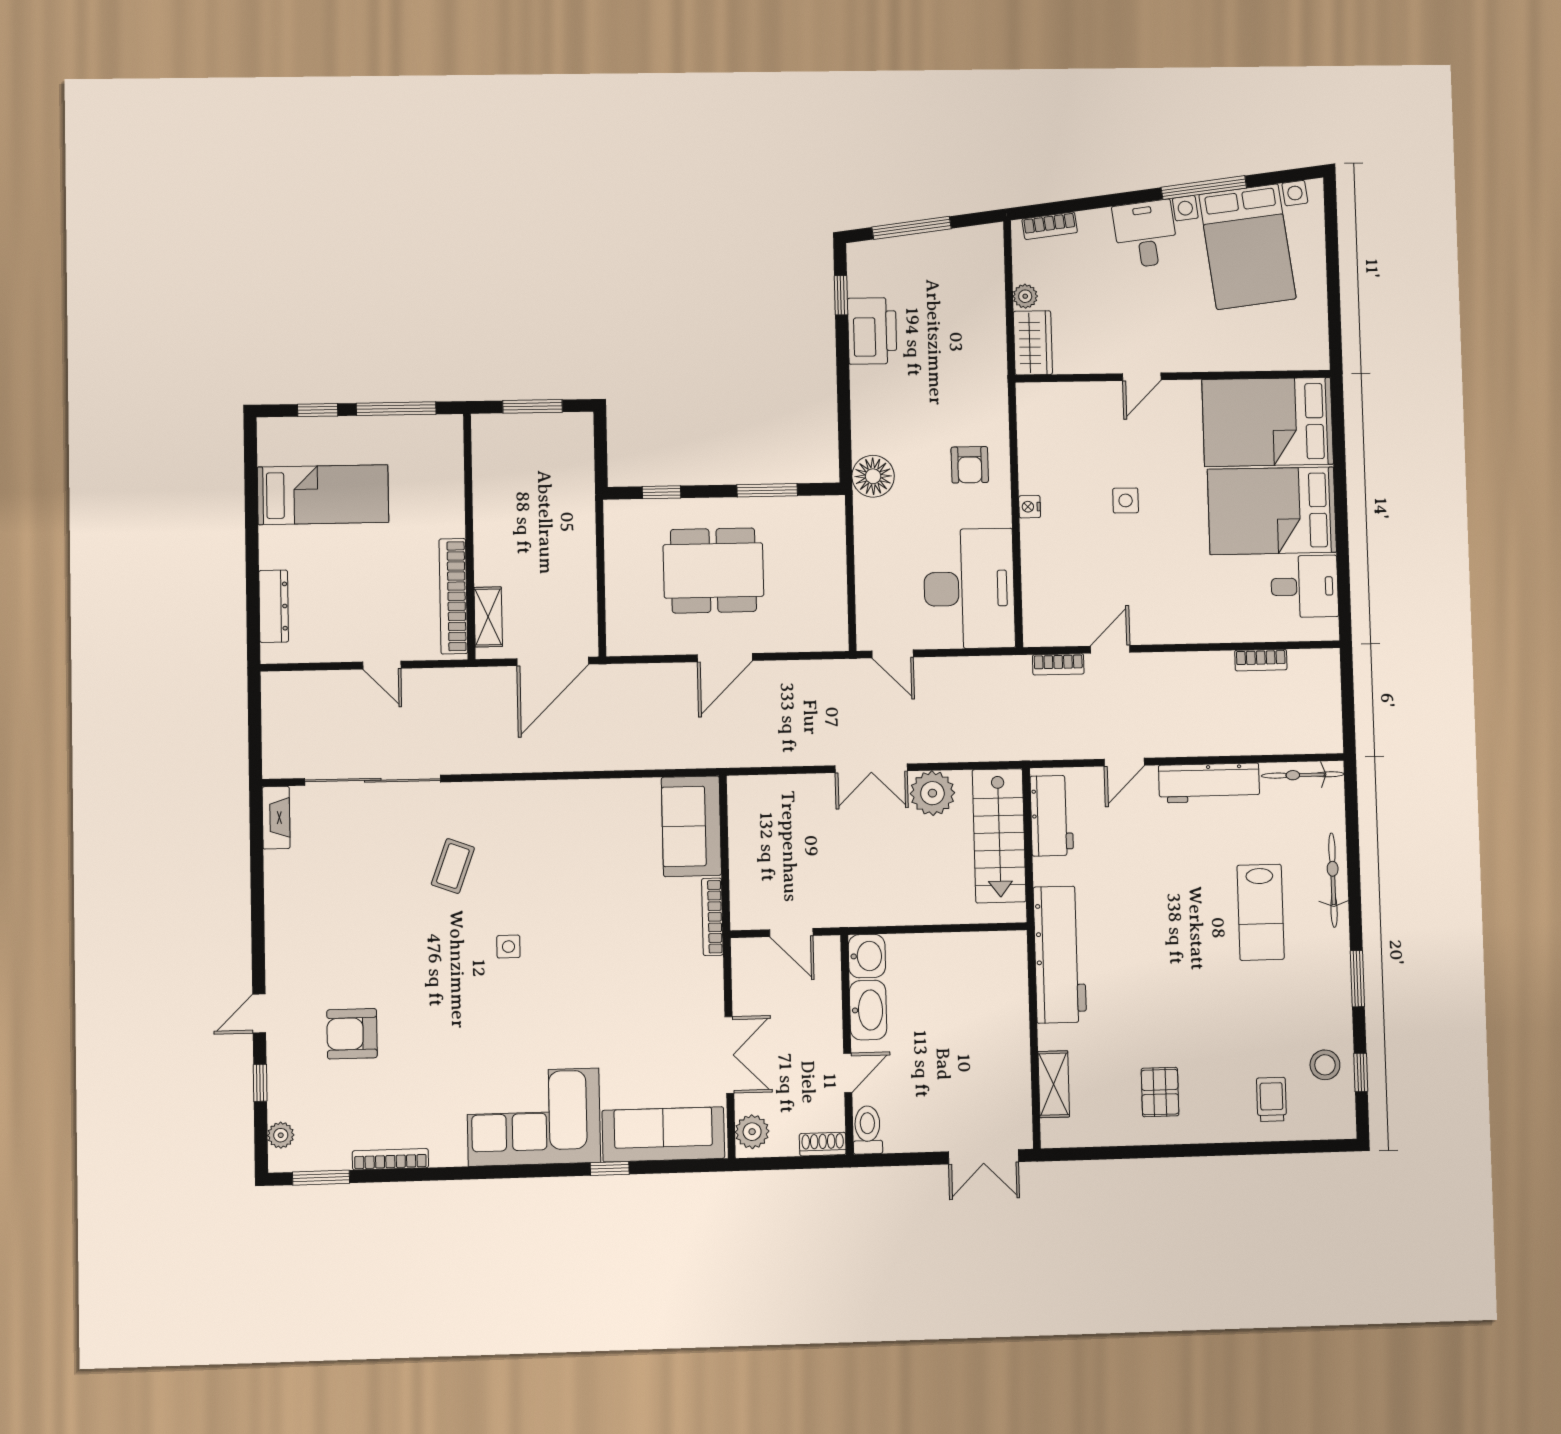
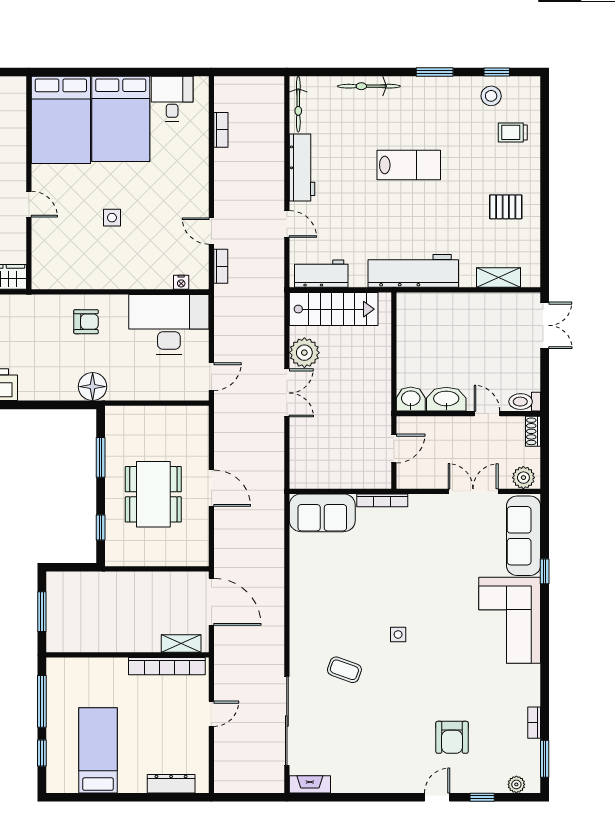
nightstand: (1030, 507) -> (181, 282), moved
lab bench: (1261, 912) -> (409, 165), moved
door: (259, 1014) -> (437, 797), swing flipped
bookcase: (390, 1159) -> (534, 723), width x0.64

